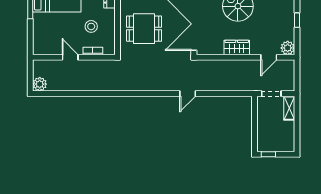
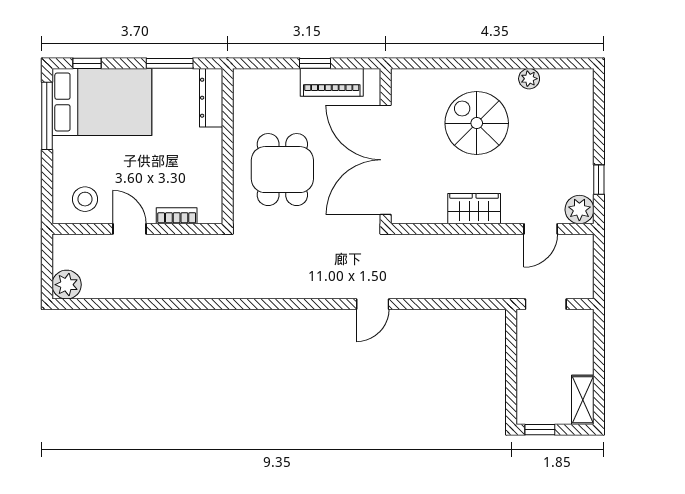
window: (297, 20) -> (599, 180), moved
stool: (91, 26) -> (85, 199), moved
dining table: (144, 29) -> (282, 170), turned 90
shelving: (289, 108) -> (583, 400), moved

